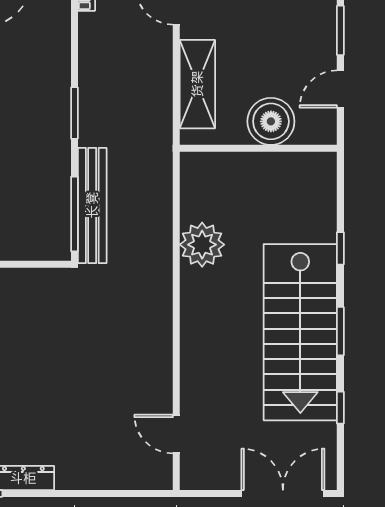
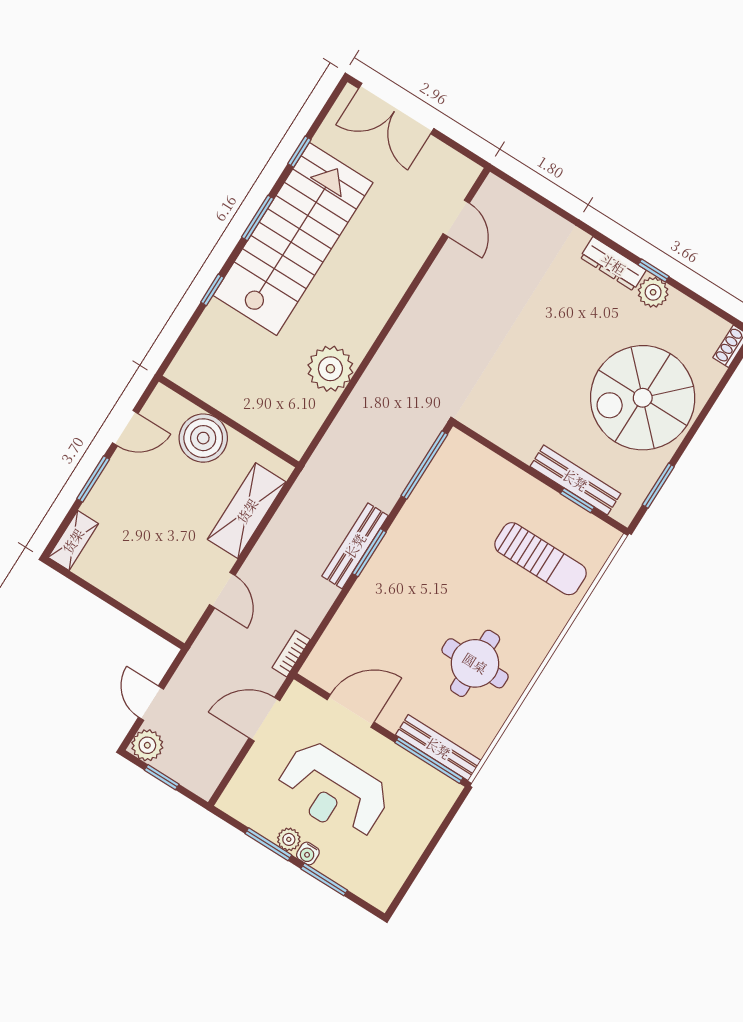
bench: (92, 205) -> (355, 546), moved, width x0.73, depth x0.82

